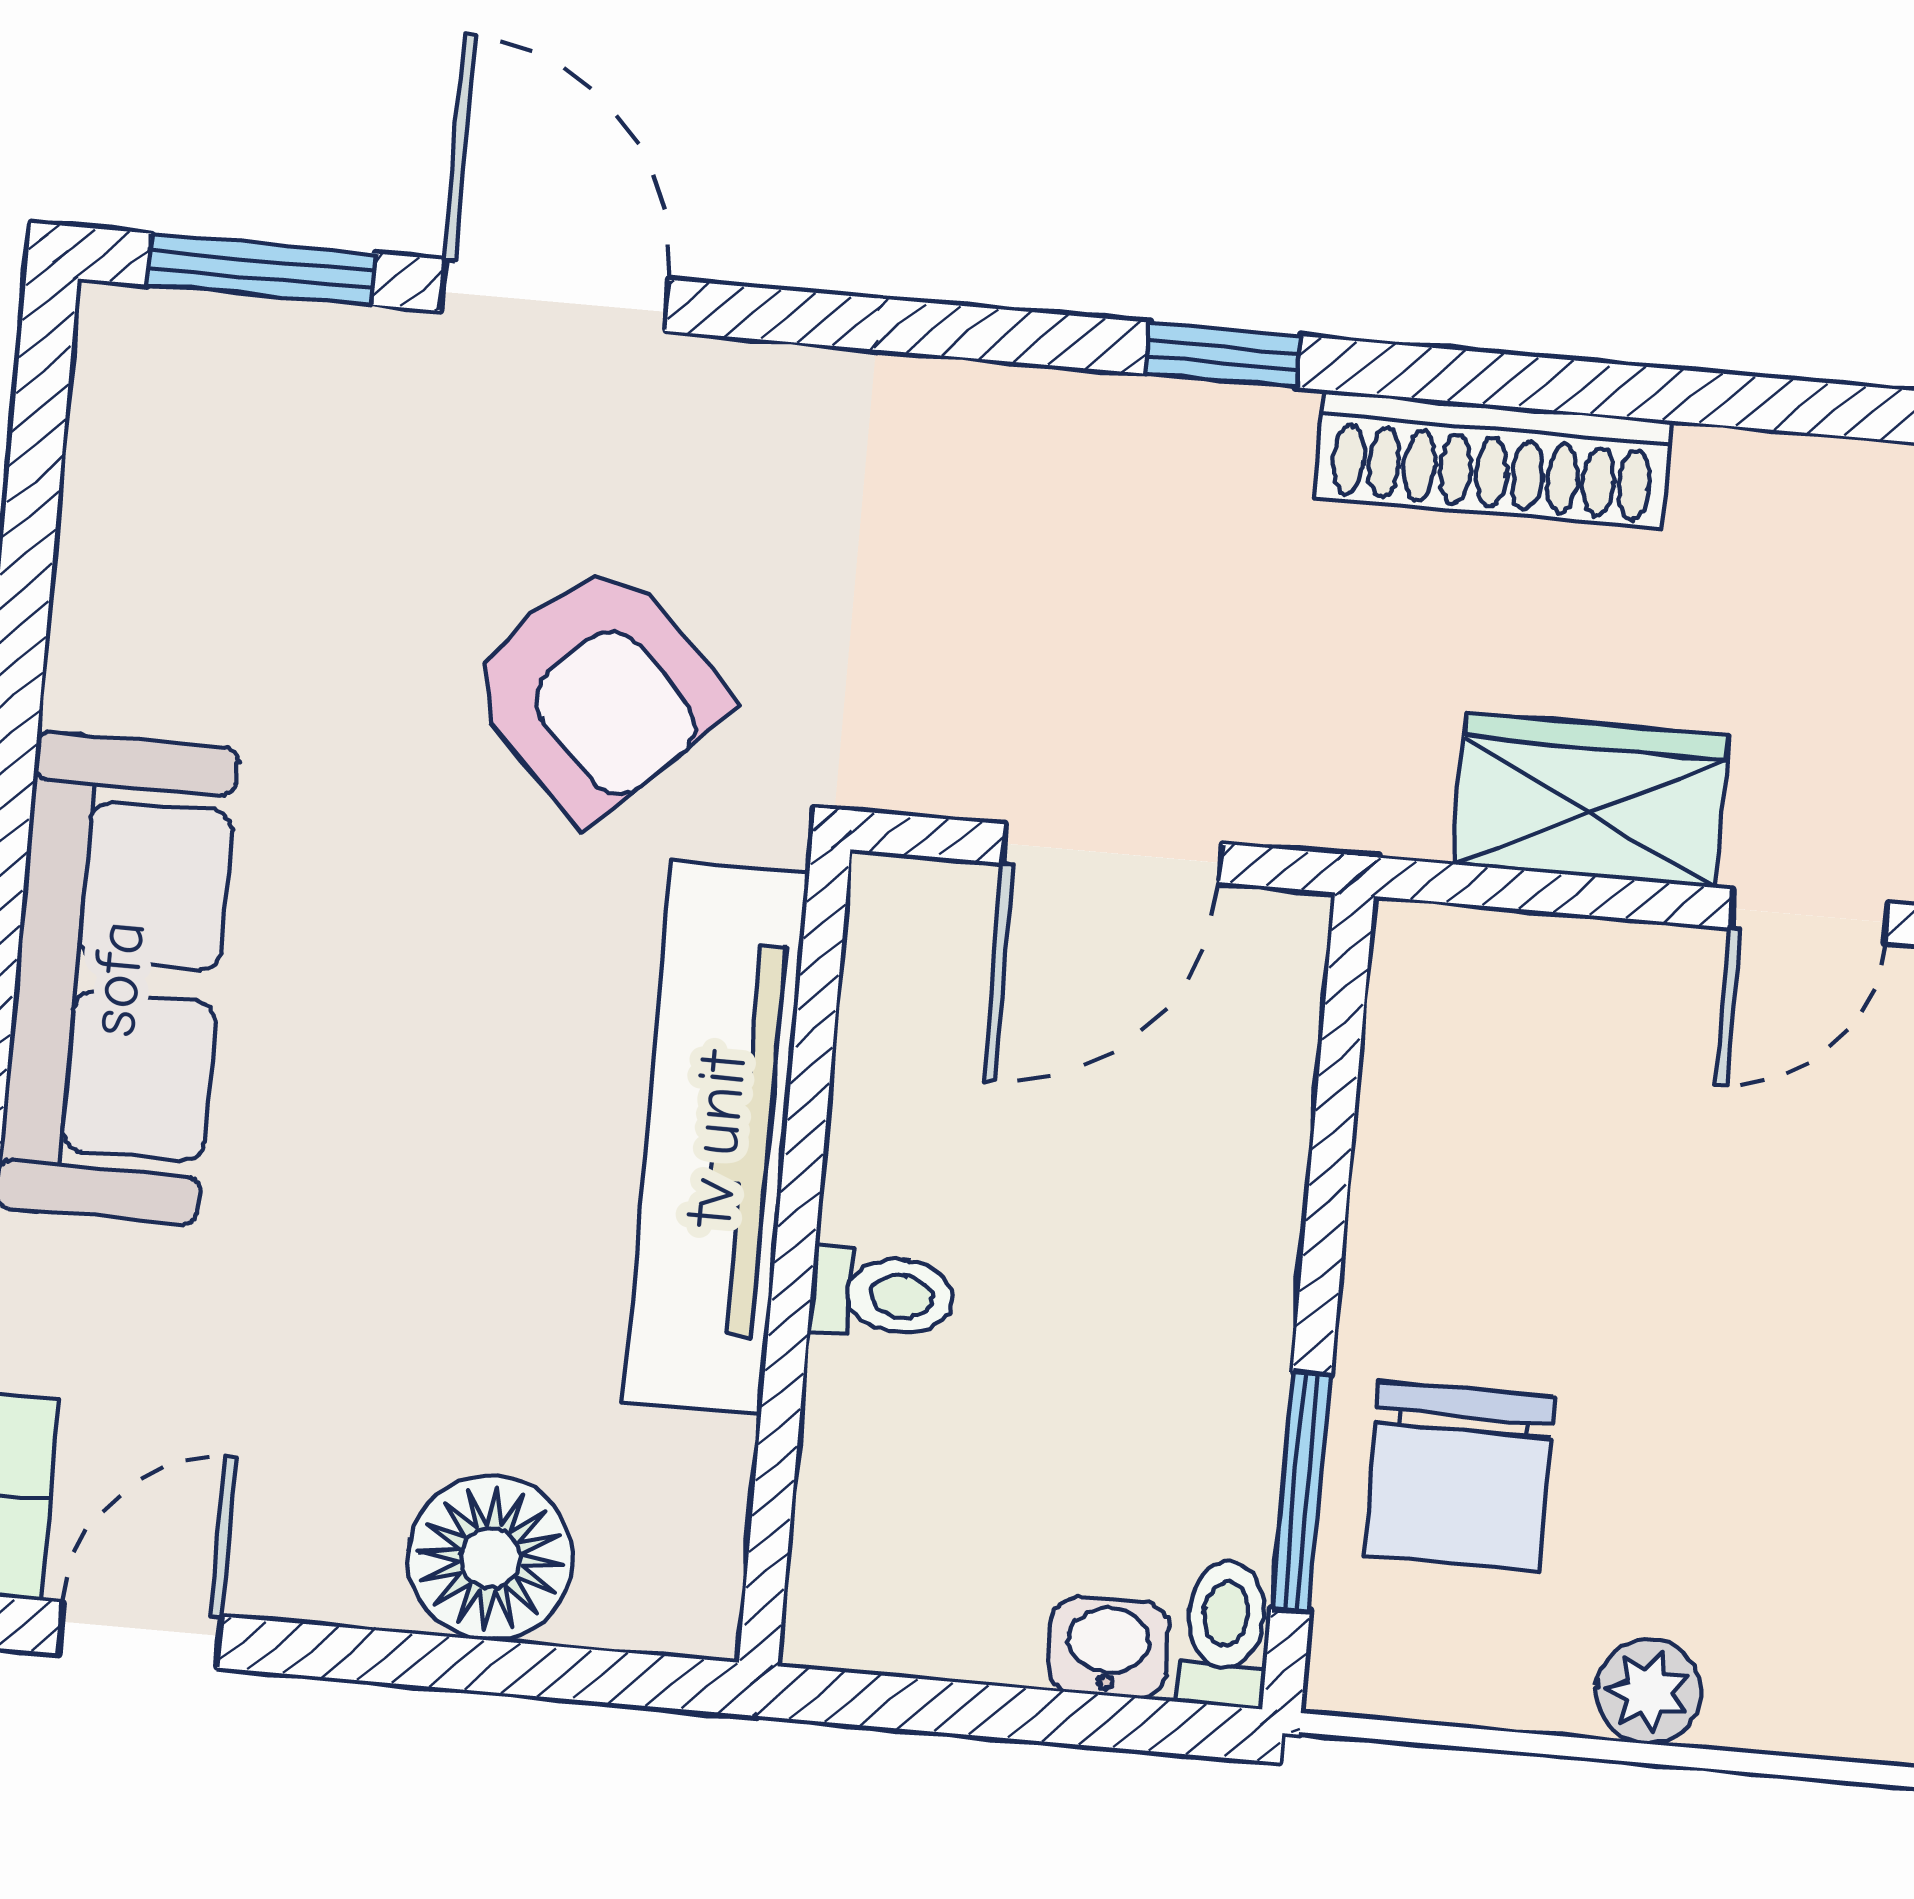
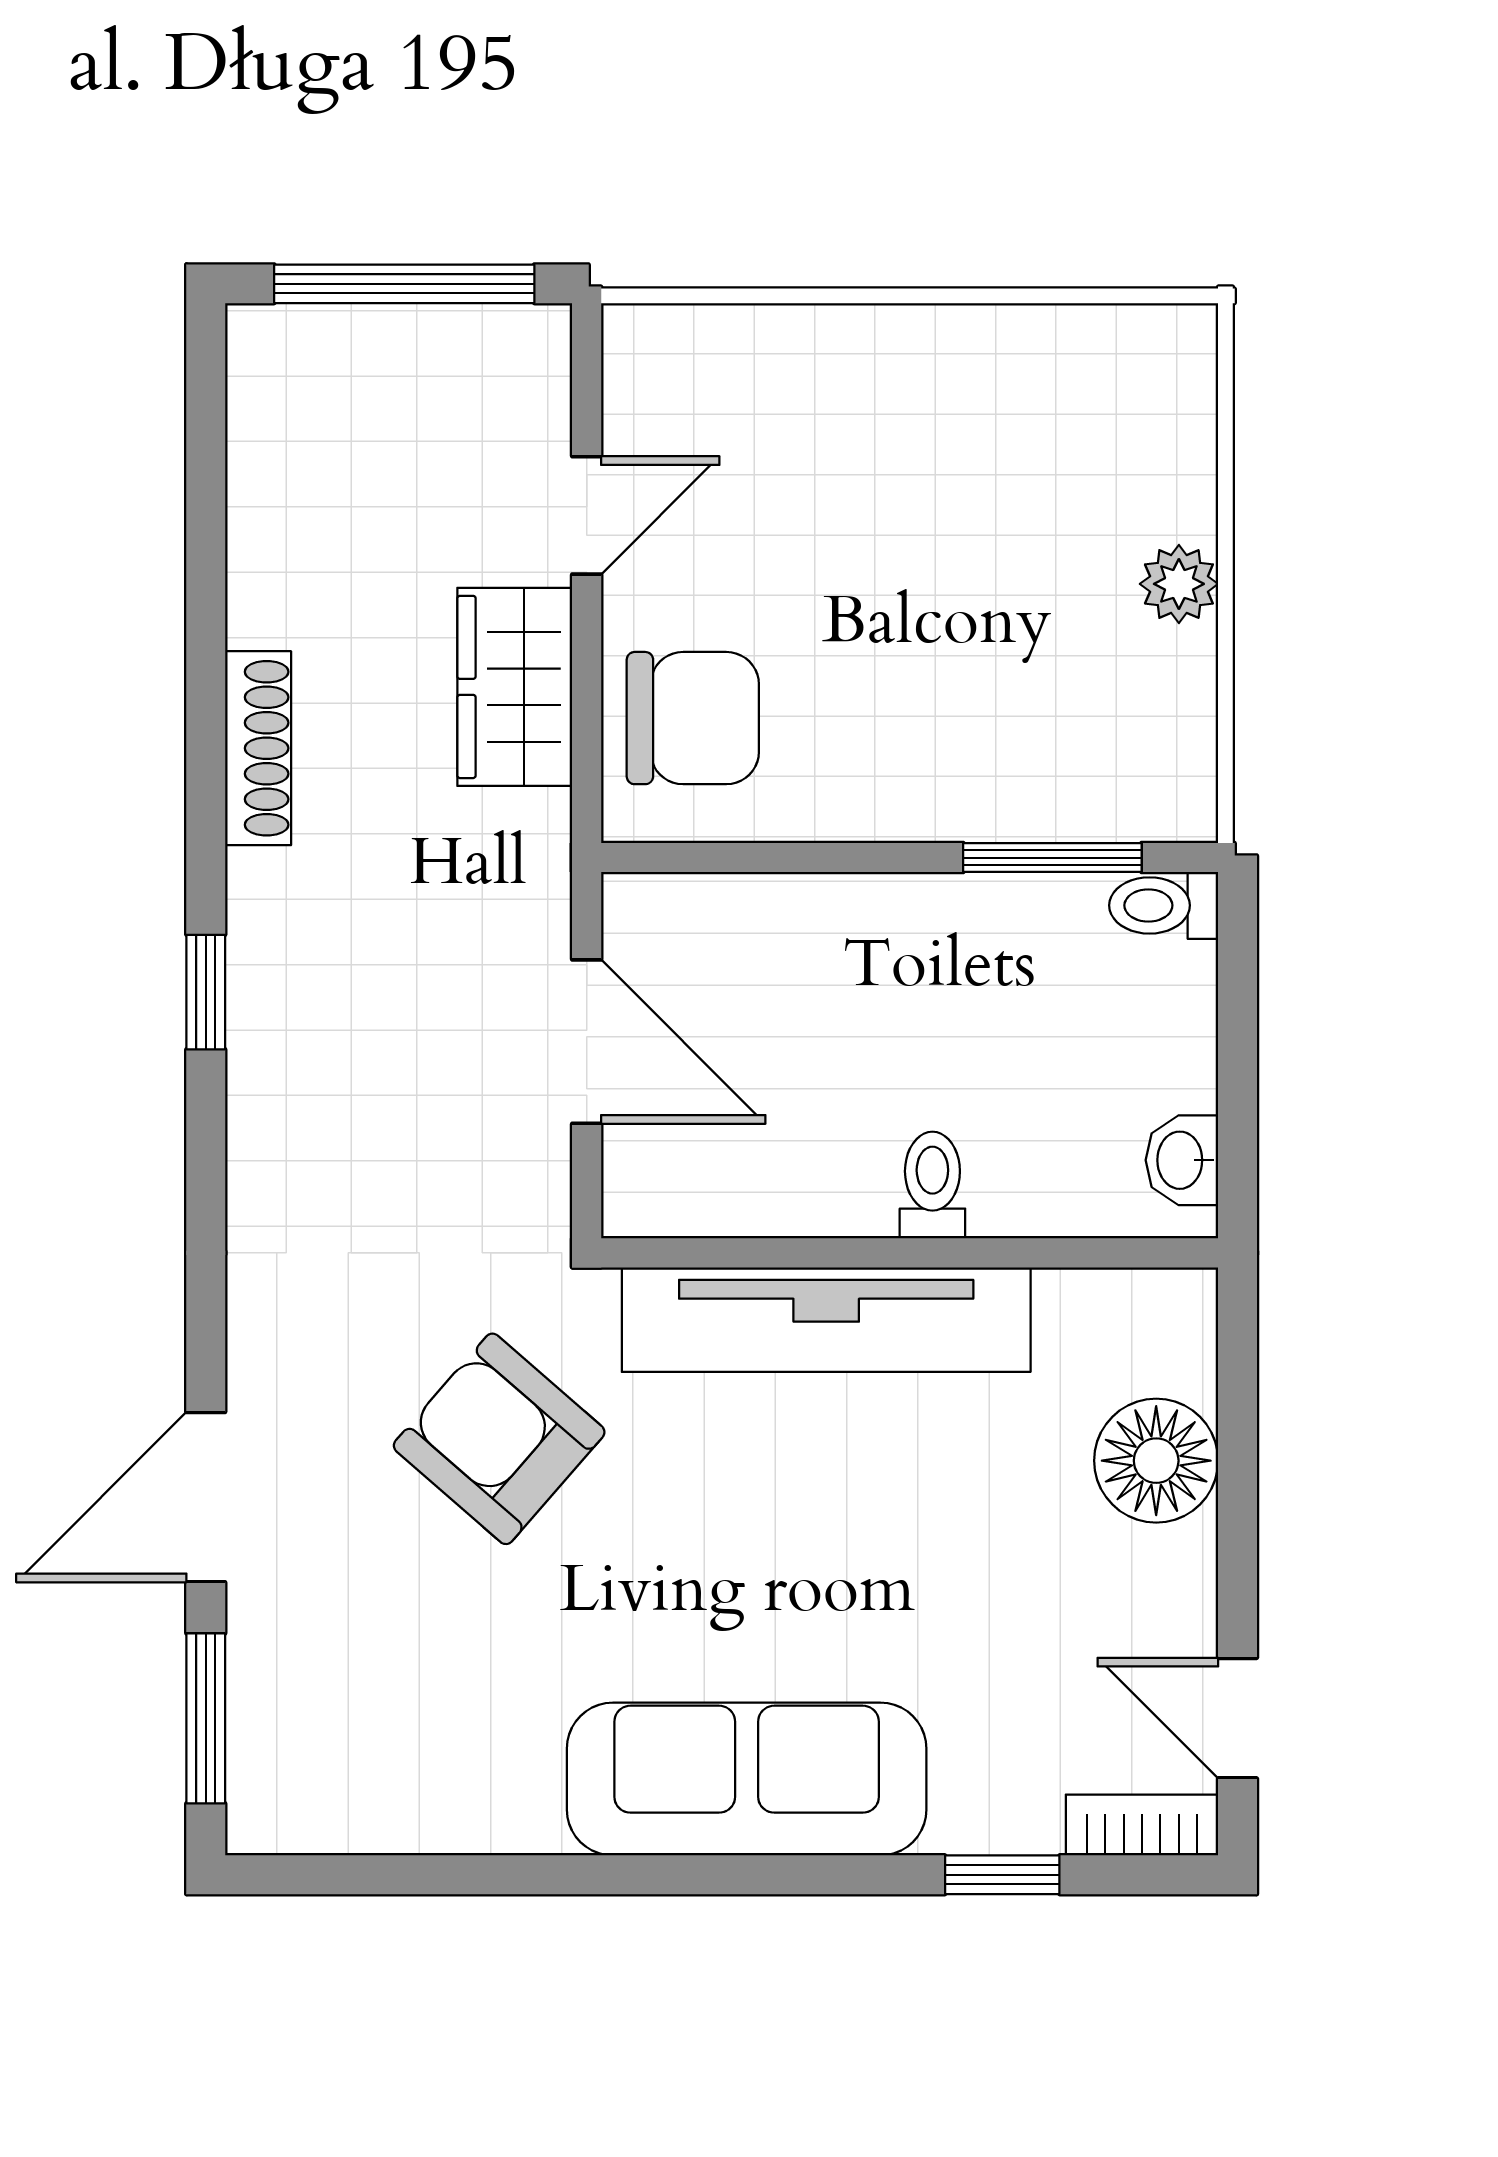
shoe rack: (1493, 459) -> (258, 748), width x0.74, depth x0.81
armchair: (597, 691) -> (499, 1439), turned -95
door: (1809, 916) -> (587, 515), hinge flipped
chair: (1459, 1476) -> (693, 718), moved
washbasin: (1108, 1647) -> (1182, 1160), moved

